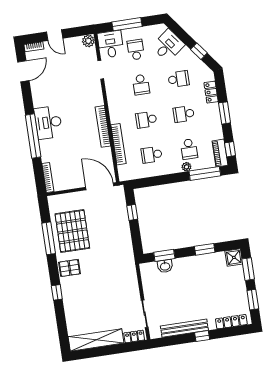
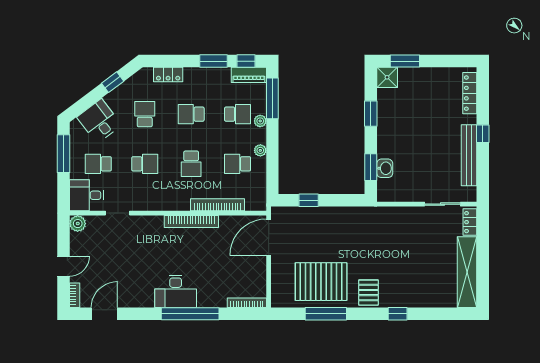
window: (127, 24) -> (64, 154), moved
door: (23, 71) -> (104, 314), hinge flipped
window: (225, 113) -> (213, 61), moved
school desk: (184, 114) -> (191, 114), turned 90
school desk: (152, 155) -> (238, 164), turned 90
plant: (164, 170) -> (260, 150), added
window: (253, 300) -> (445, 61), removed

